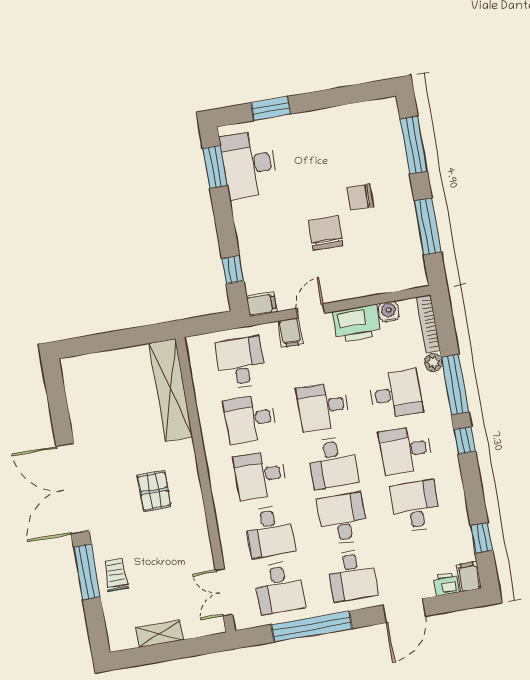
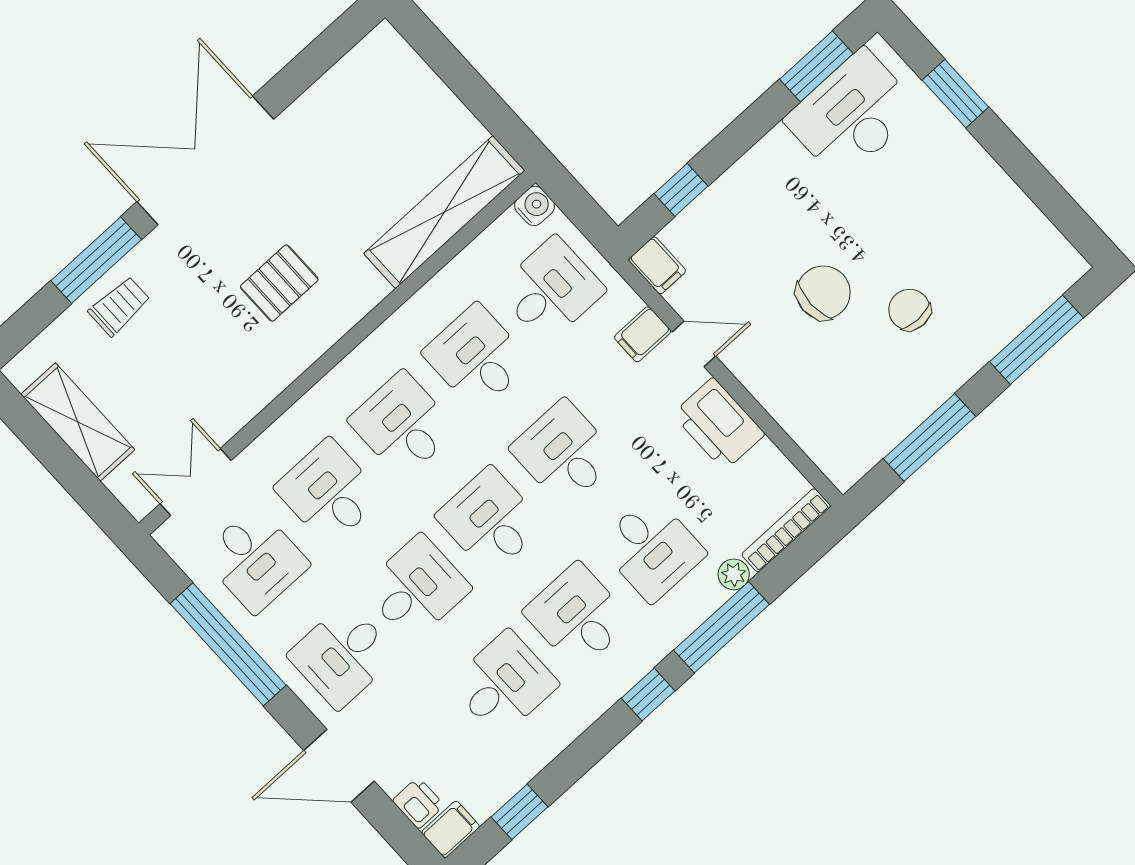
water cooler: (389, 311) -> (535, 206), moved
desk: (333, 463) -> (490, 521), turned 90
desk: (270, 531) -> (329, 492), turned 90
desk: (279, 588) -> (255, 560), turned -90
shelving: (160, 634) -> (78, 422), width x1.50, depth x1.33

